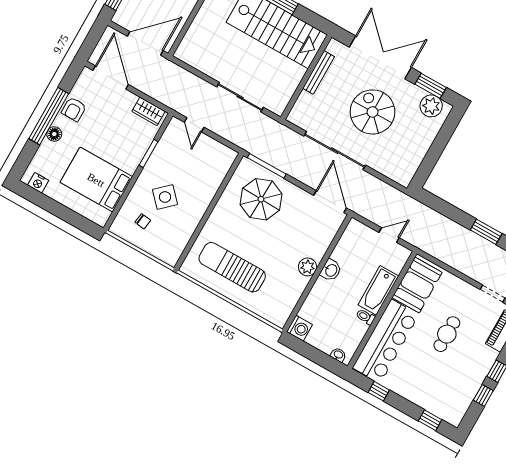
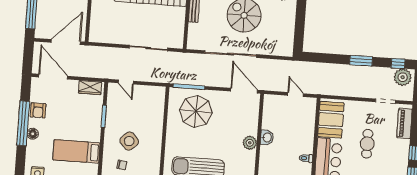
bed: (96, 180) -> (76, 151), width x0.67
door: (389, 235) -> (295, 94), hinge flipped
bathtub: (378, 290) -> (306, 136), removed

